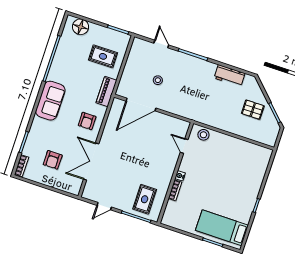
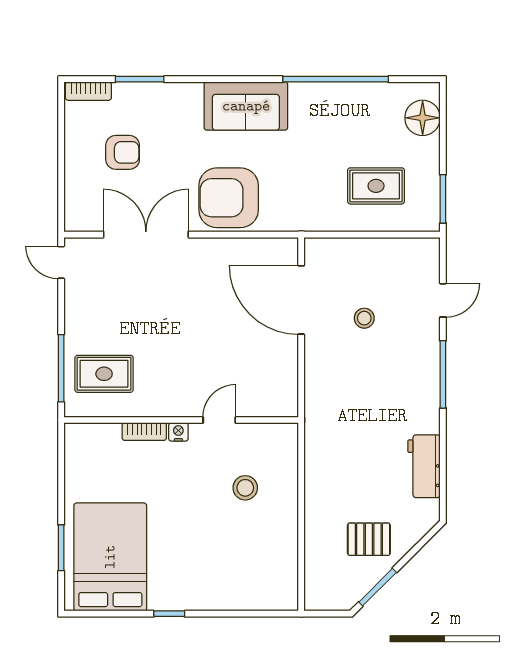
rug: (103, 56) -> (376, 186), turned 90
piano: (106, 91) -> (304, 218), removed
pallet: (253, 110) -> (369, 539), turned 90
armchair: (87, 121) -> (229, 198), width x1.88, depth x1.88
stool: (203, 135) -> (245, 488), moved
door: (184, 146) -> (219, 420), moved
armchair: (53, 160) -> (123, 152), turned 180
door: (104, 206) -> (61, 262), moved
bed: (222, 228) -> (110, 557), width x1.50

